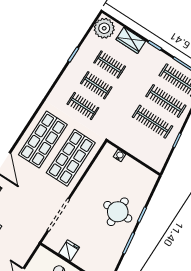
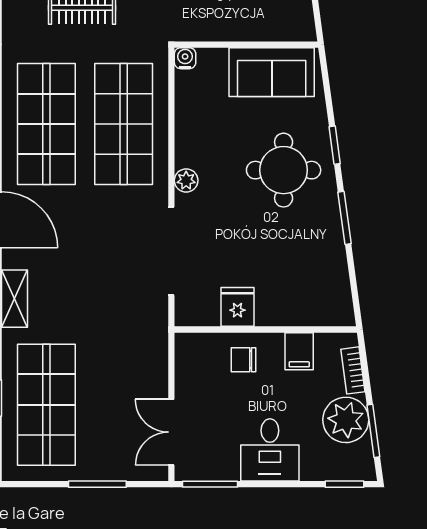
water cooler: (120, 156) -> (185, 58), moved
sofa: (136, 174) -> (272, 72), added
plant: (80, 193) -> (186, 180), added

